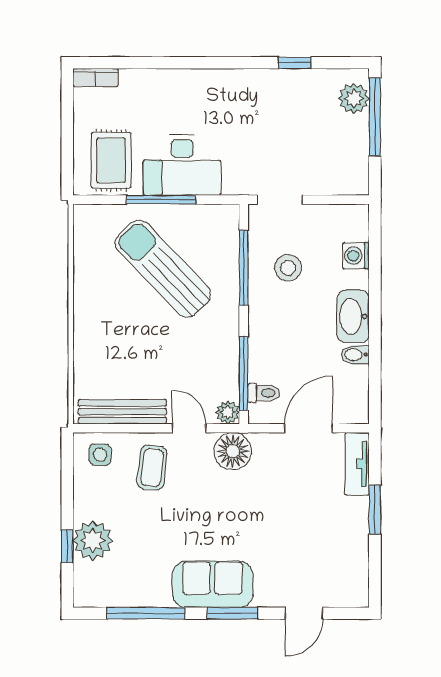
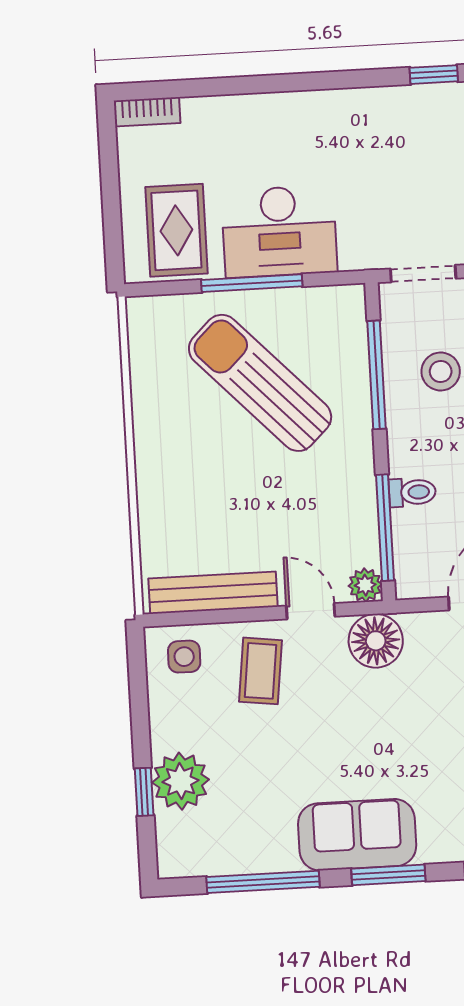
toilet: (264, 393) -> (412, 492), moved

